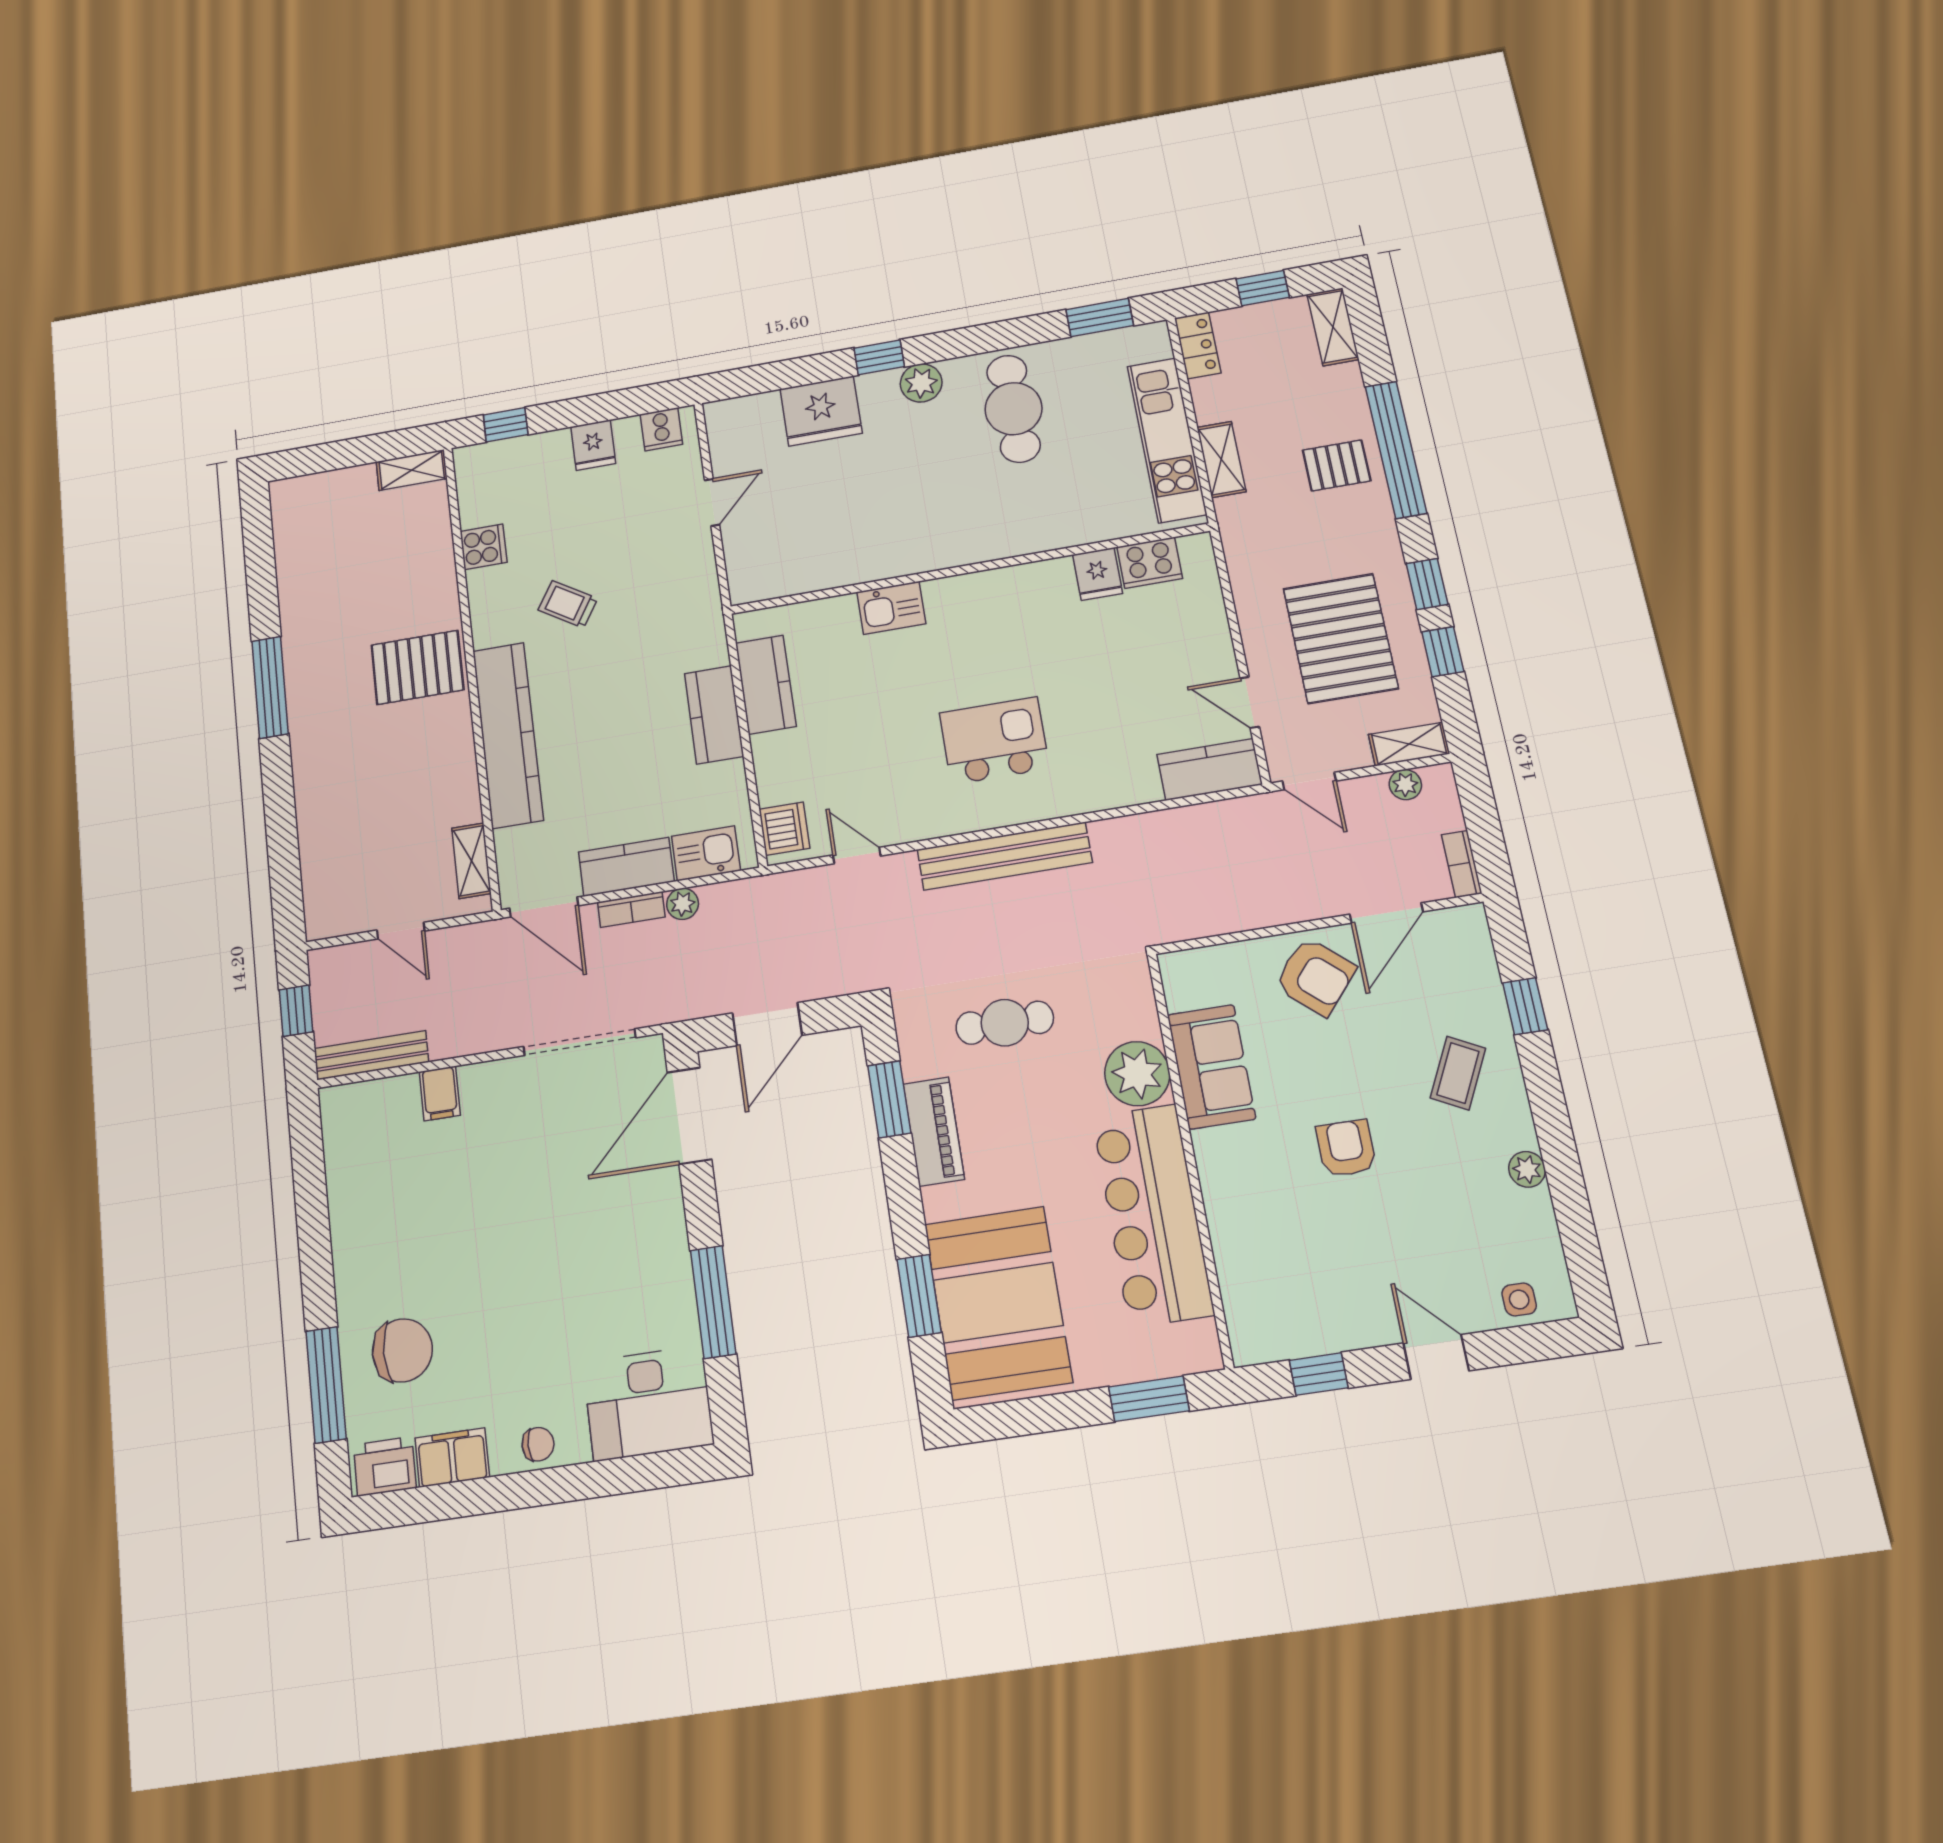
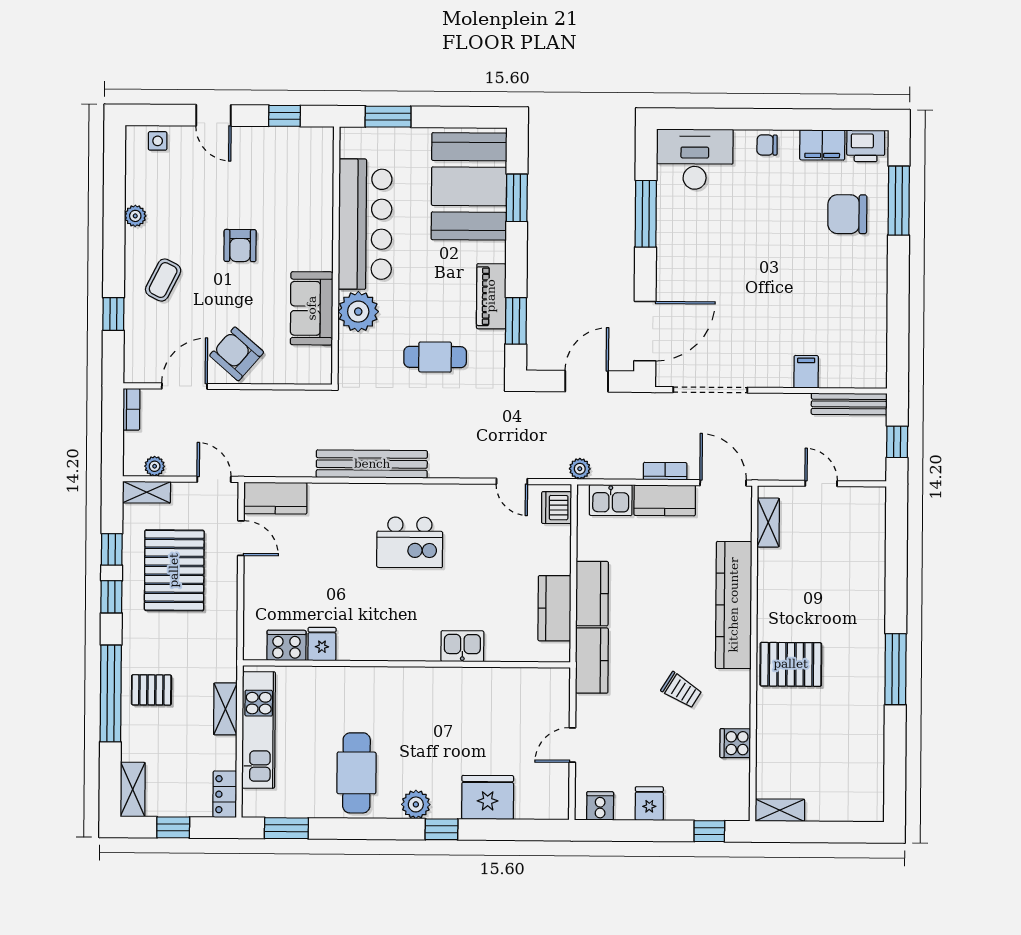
kitchen counter: (701, 622) -> (592, 661), added
bench: (1004, 856) -> (372, 464), moved
plant: (682, 904) -> (580, 469), moved

